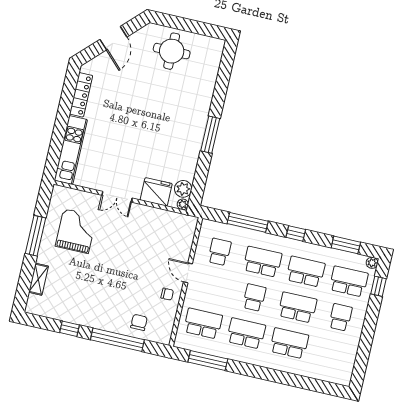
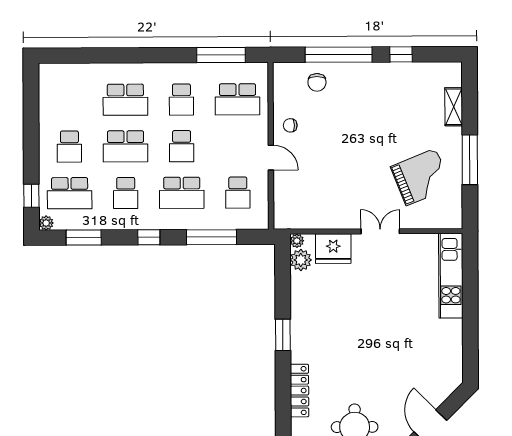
locker: (81, 95) -> (299, 391), moved, turned 180
window: (210, 135) -> (283, 335), width x0.69
grand piano: (76, 231) -> (421, 177), turned -112
school desk: (306, 272) -> (126, 193), width x0.54
school desk: (246, 333) -> (181, 100), width x0.54

